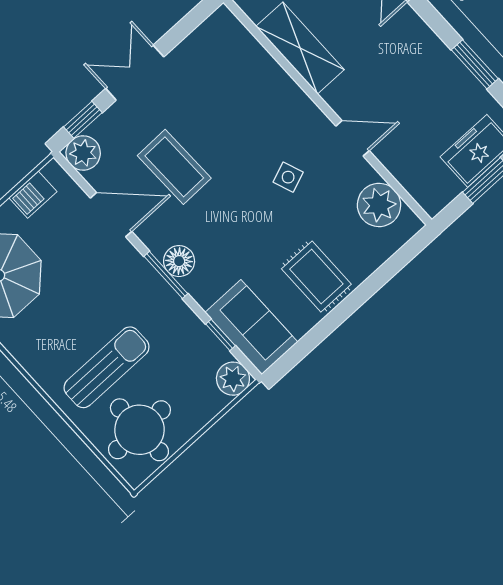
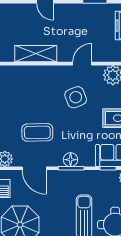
side table: (288, 177) -> (76, 97), width x1.87, depth x1.87
door: (111, 215) -> (34, 168), swing flipped

